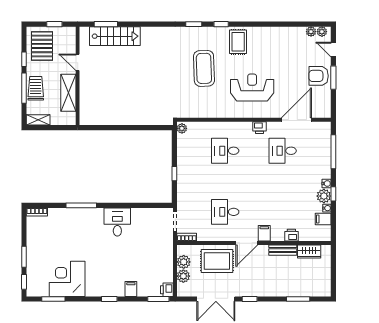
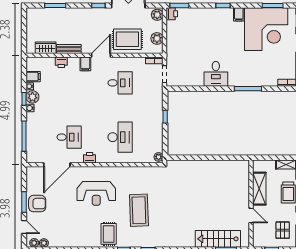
pallet: (42, 46) -> (283, 230), width x0.67, depth x0.71
desk: (225, 151) -> (120, 137), width x1.37
plant: (183, 276) -> (157, 15), moved
corner desk: (67, 279) -> (266, 29), width x1.36, depth x1.36
filing cabinet: (131, 289) -> (239, 14), moved

